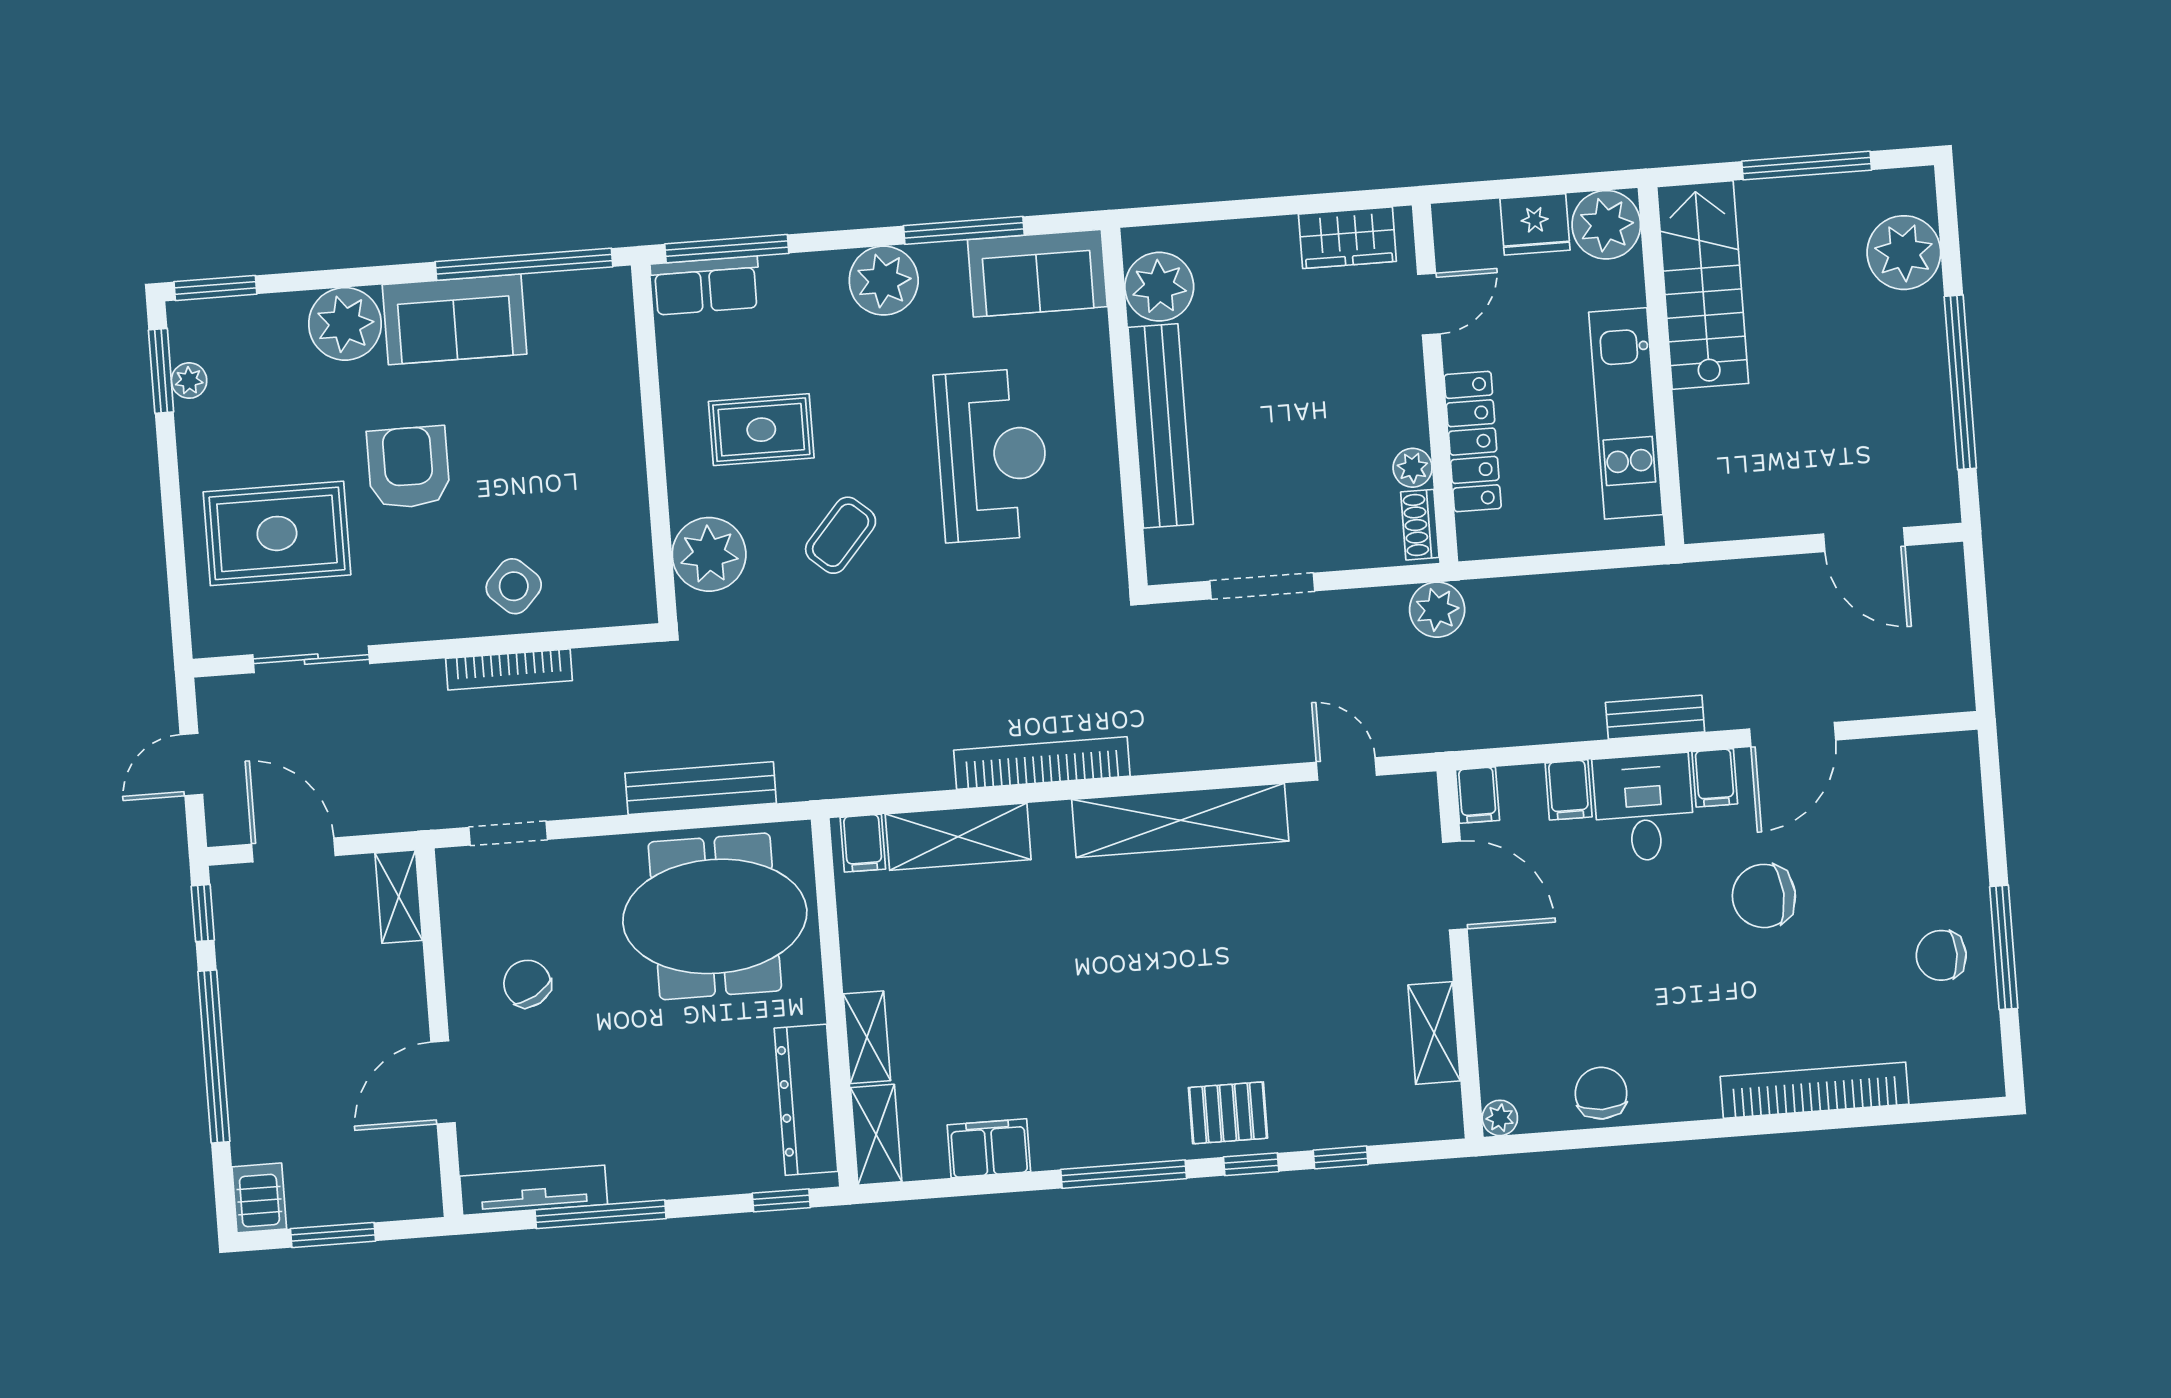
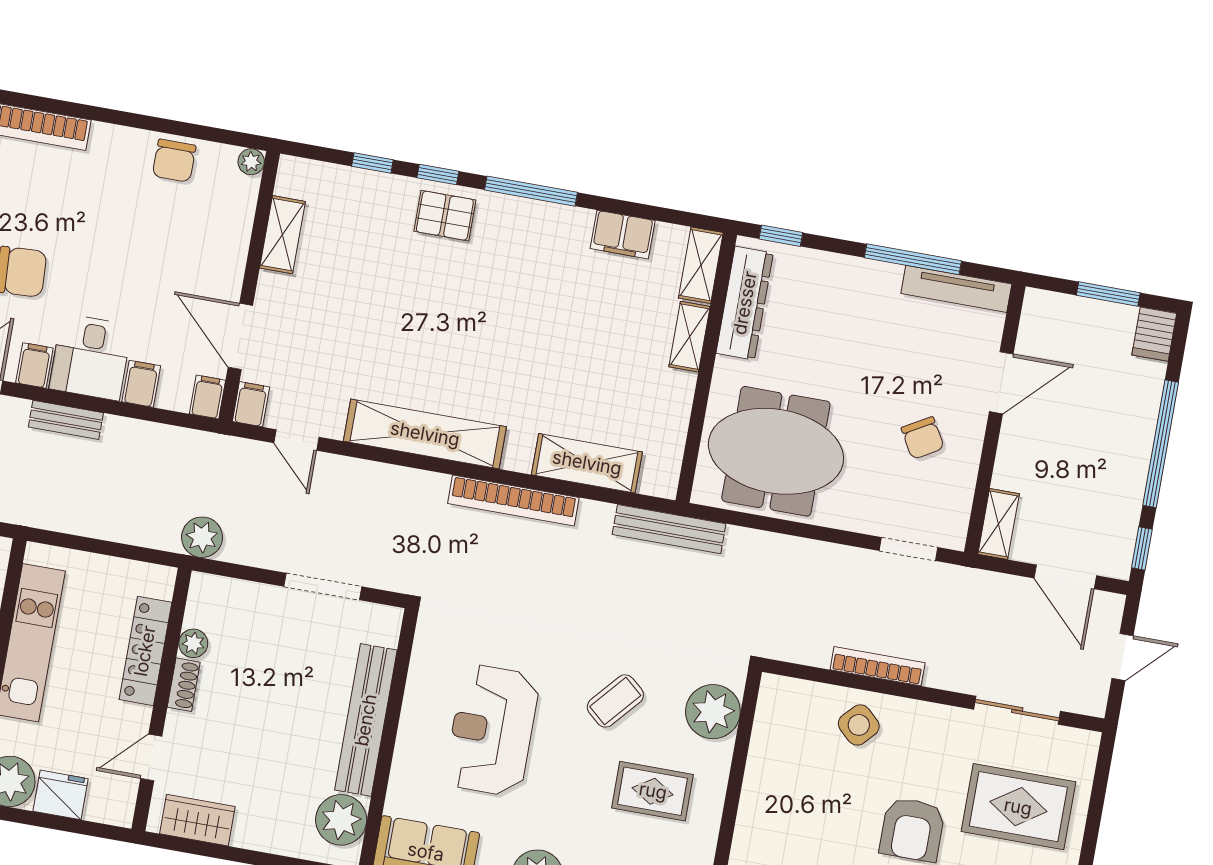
shoe rack: (1420, 525) -> (184, 685), moved
bench: (701, 788) -> (669, 529), moved
filing cabinet: (863, 843) -> (251, 404), moved

